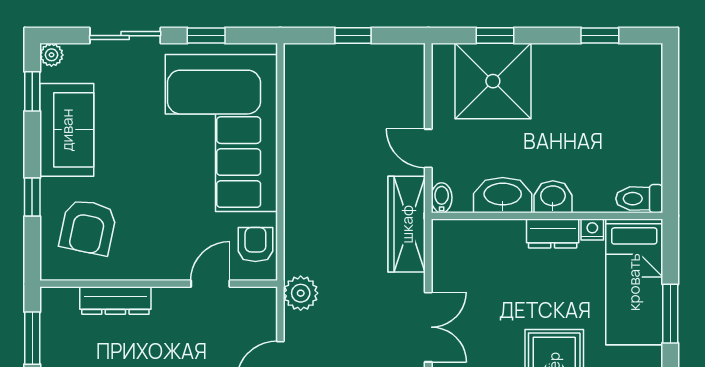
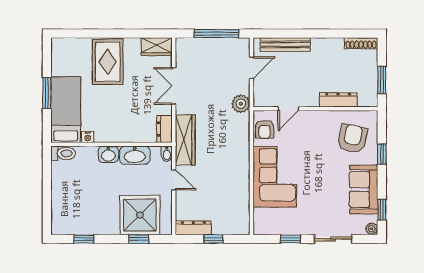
dresser: (391, 57) -> (193, 228), added
corner sofa: (221, 133) -> (275, 177), width x0.73, depth x0.74
dresser: (553, 234) -> (165, 129), moved, turned -90

